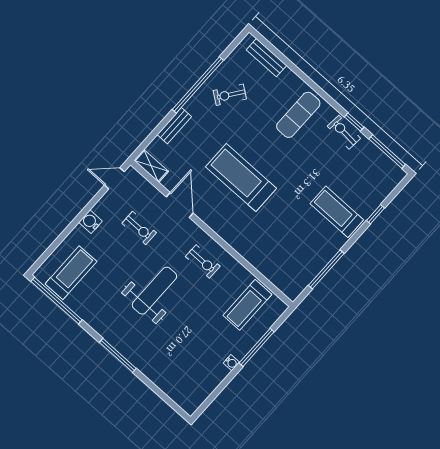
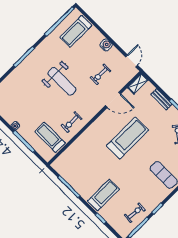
exercise bike: (344, 132) -> (135, 213), moved
exercise bike: (203, 261) -> (71, 122), moved
treadmill: (71, 273) -> (76, 31), turned 90

